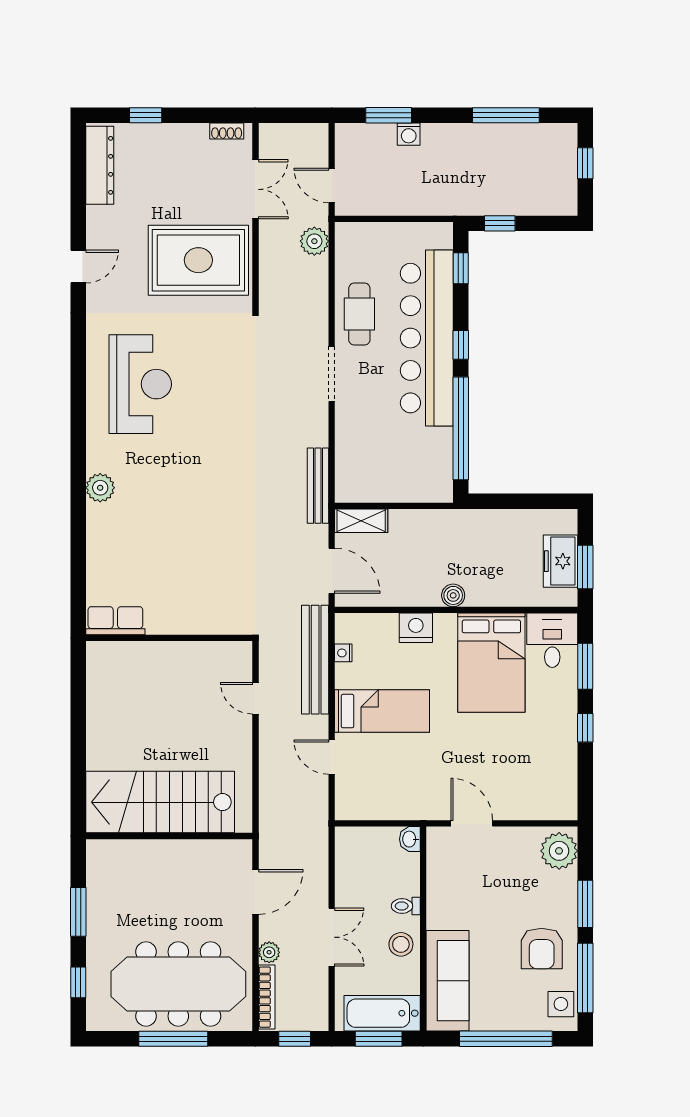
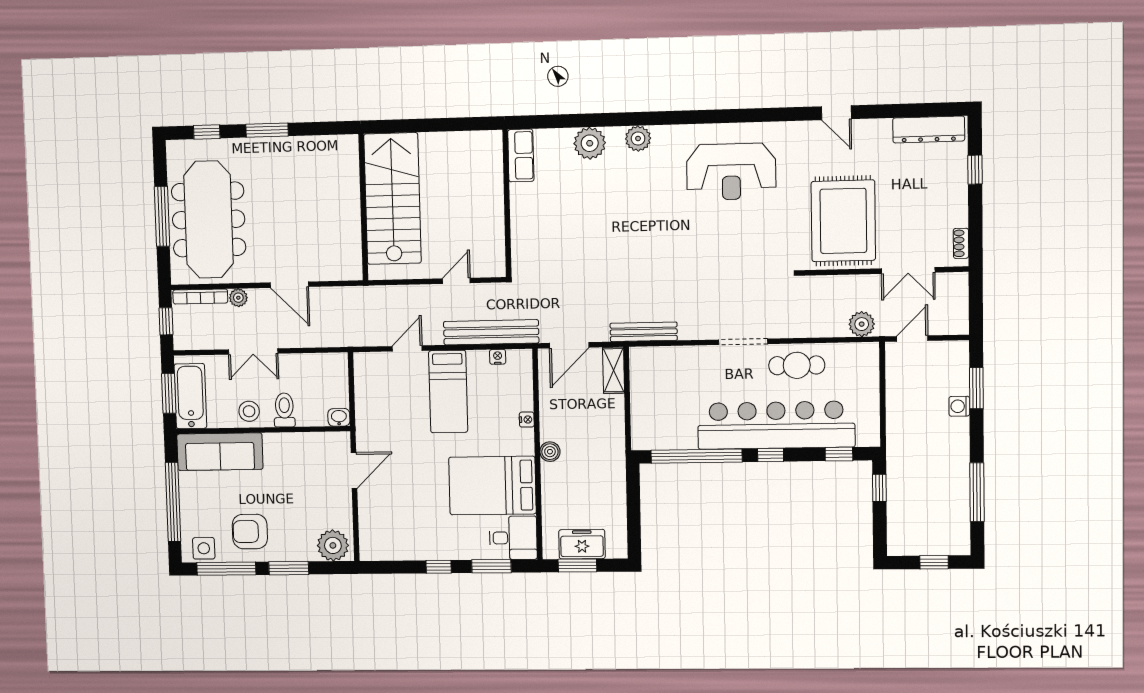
plant: (104, 542) -> (590, 143), added
nightstand: (416, 628) -> (527, 420), width x0.53, depth x0.56
stairs: (160, 802) -> (393, 199), moved
wall: (169, 836) -> (363, 207), moved
toilet: (406, 906) -> (284, 410), width x1.37, depth x1.39

